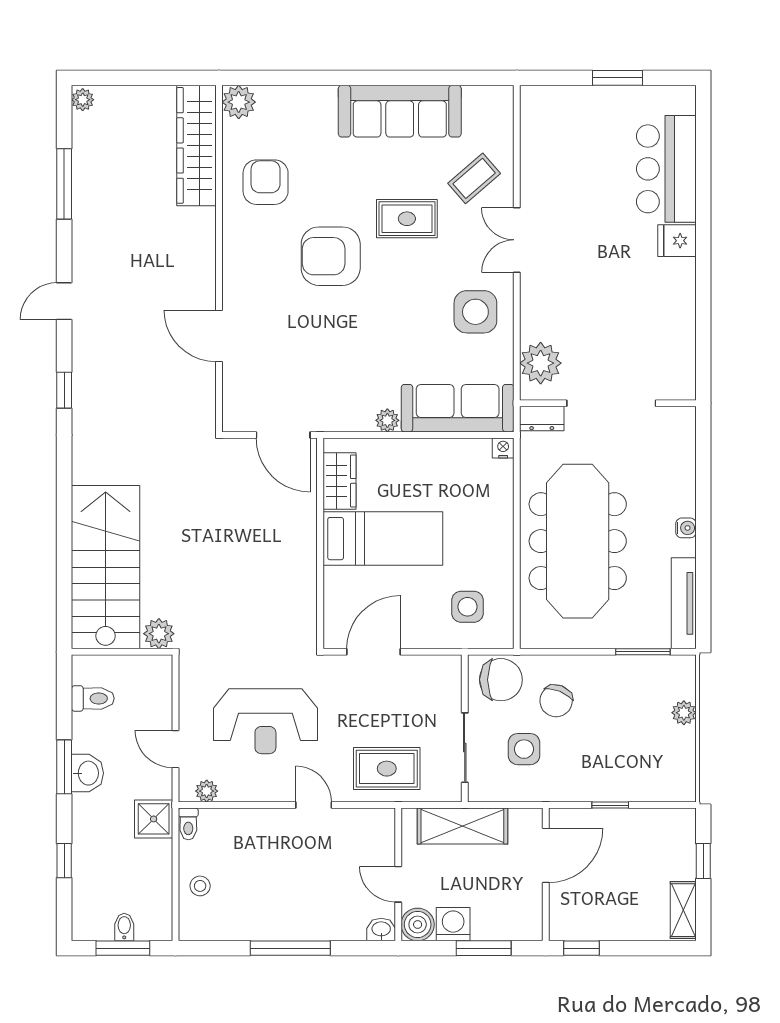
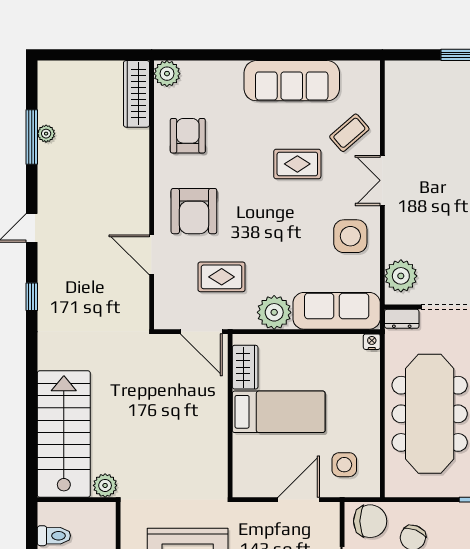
plant: (83, 100) -> (46, 134), moved
wardrobe: (196, 145) -> (136, 94), width x0.71, depth x0.85
armchair: (331, 256) -> (194, 211), moved, turned -90
rug: (309, 364) -> (222, 277), added
plant: (387, 420) -> (274, 312), width x1.87, depth x1.87
door: (373, 652) -> (299, 500), moved

